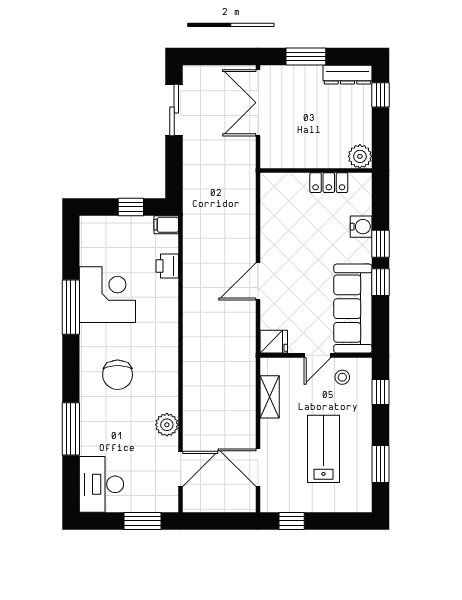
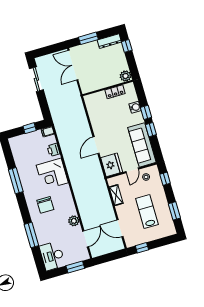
corner desk: (107, 295) -> (52, 174), moved, turned 180
fridge: (274, 342) -> (112, 165), width x1.88, depth x1.34

